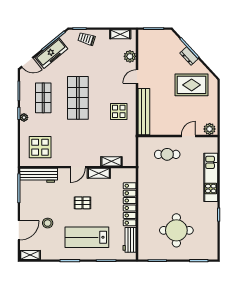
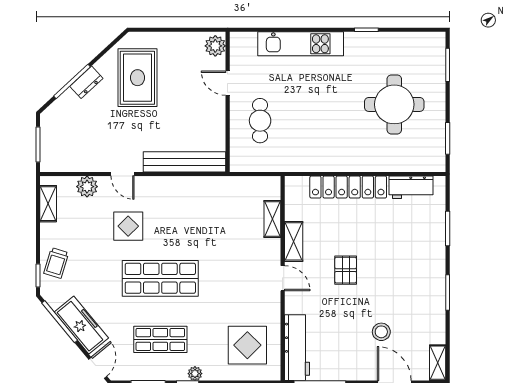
display table: (119, 111) -> (128, 226), moved
lab bench: (87, 237) -> (406, 262), removed

